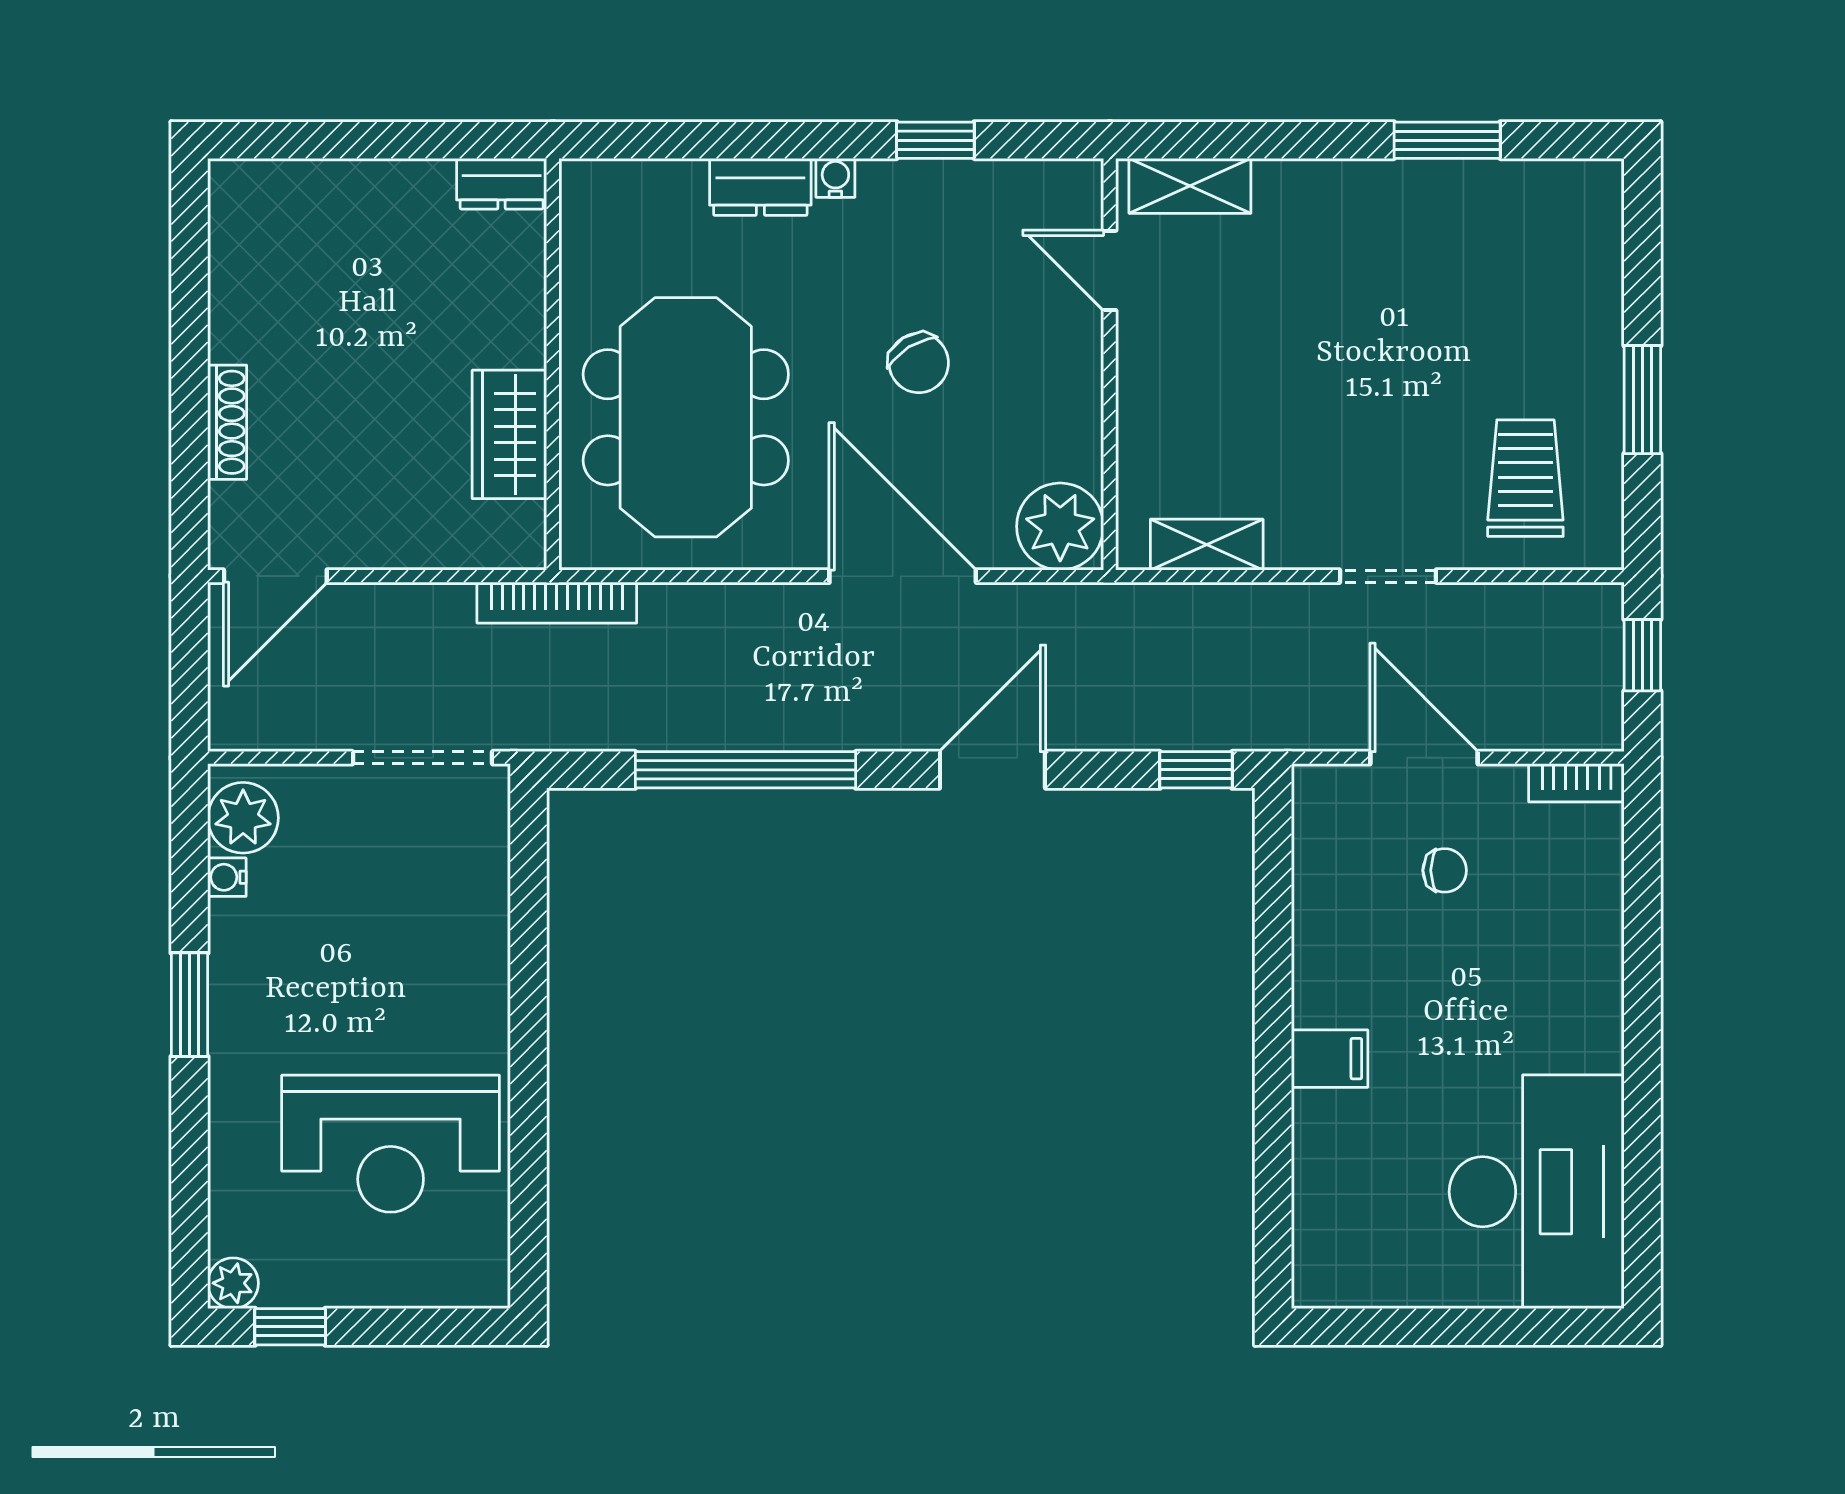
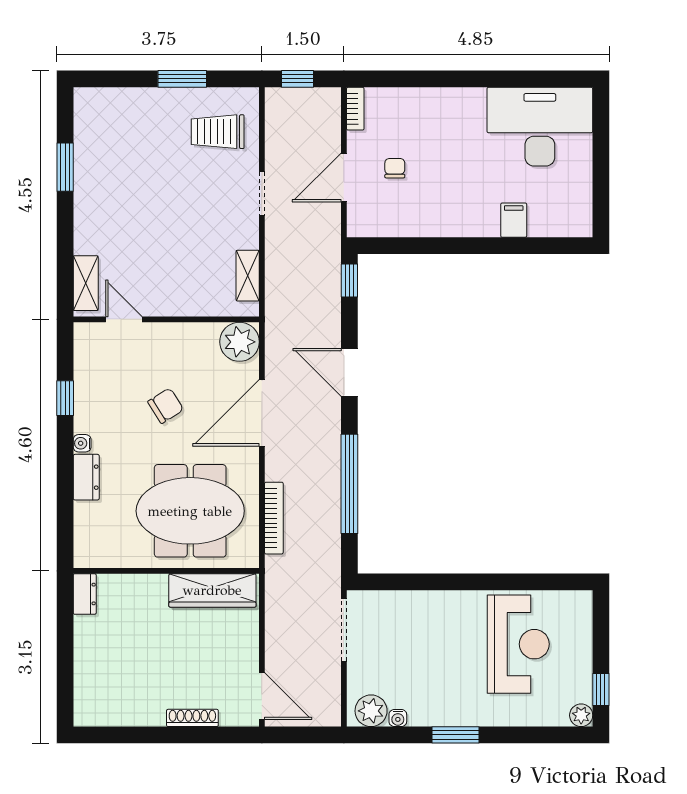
door: (1110, 270) -> (124, 319), swing flipped
wardrobe: (509, 434) -> (212, 590), width x1.50
bookcase: (557, 603) -> (274, 518), moved
filing cabinet: (1330, 1059) -> (514, 220), moved

